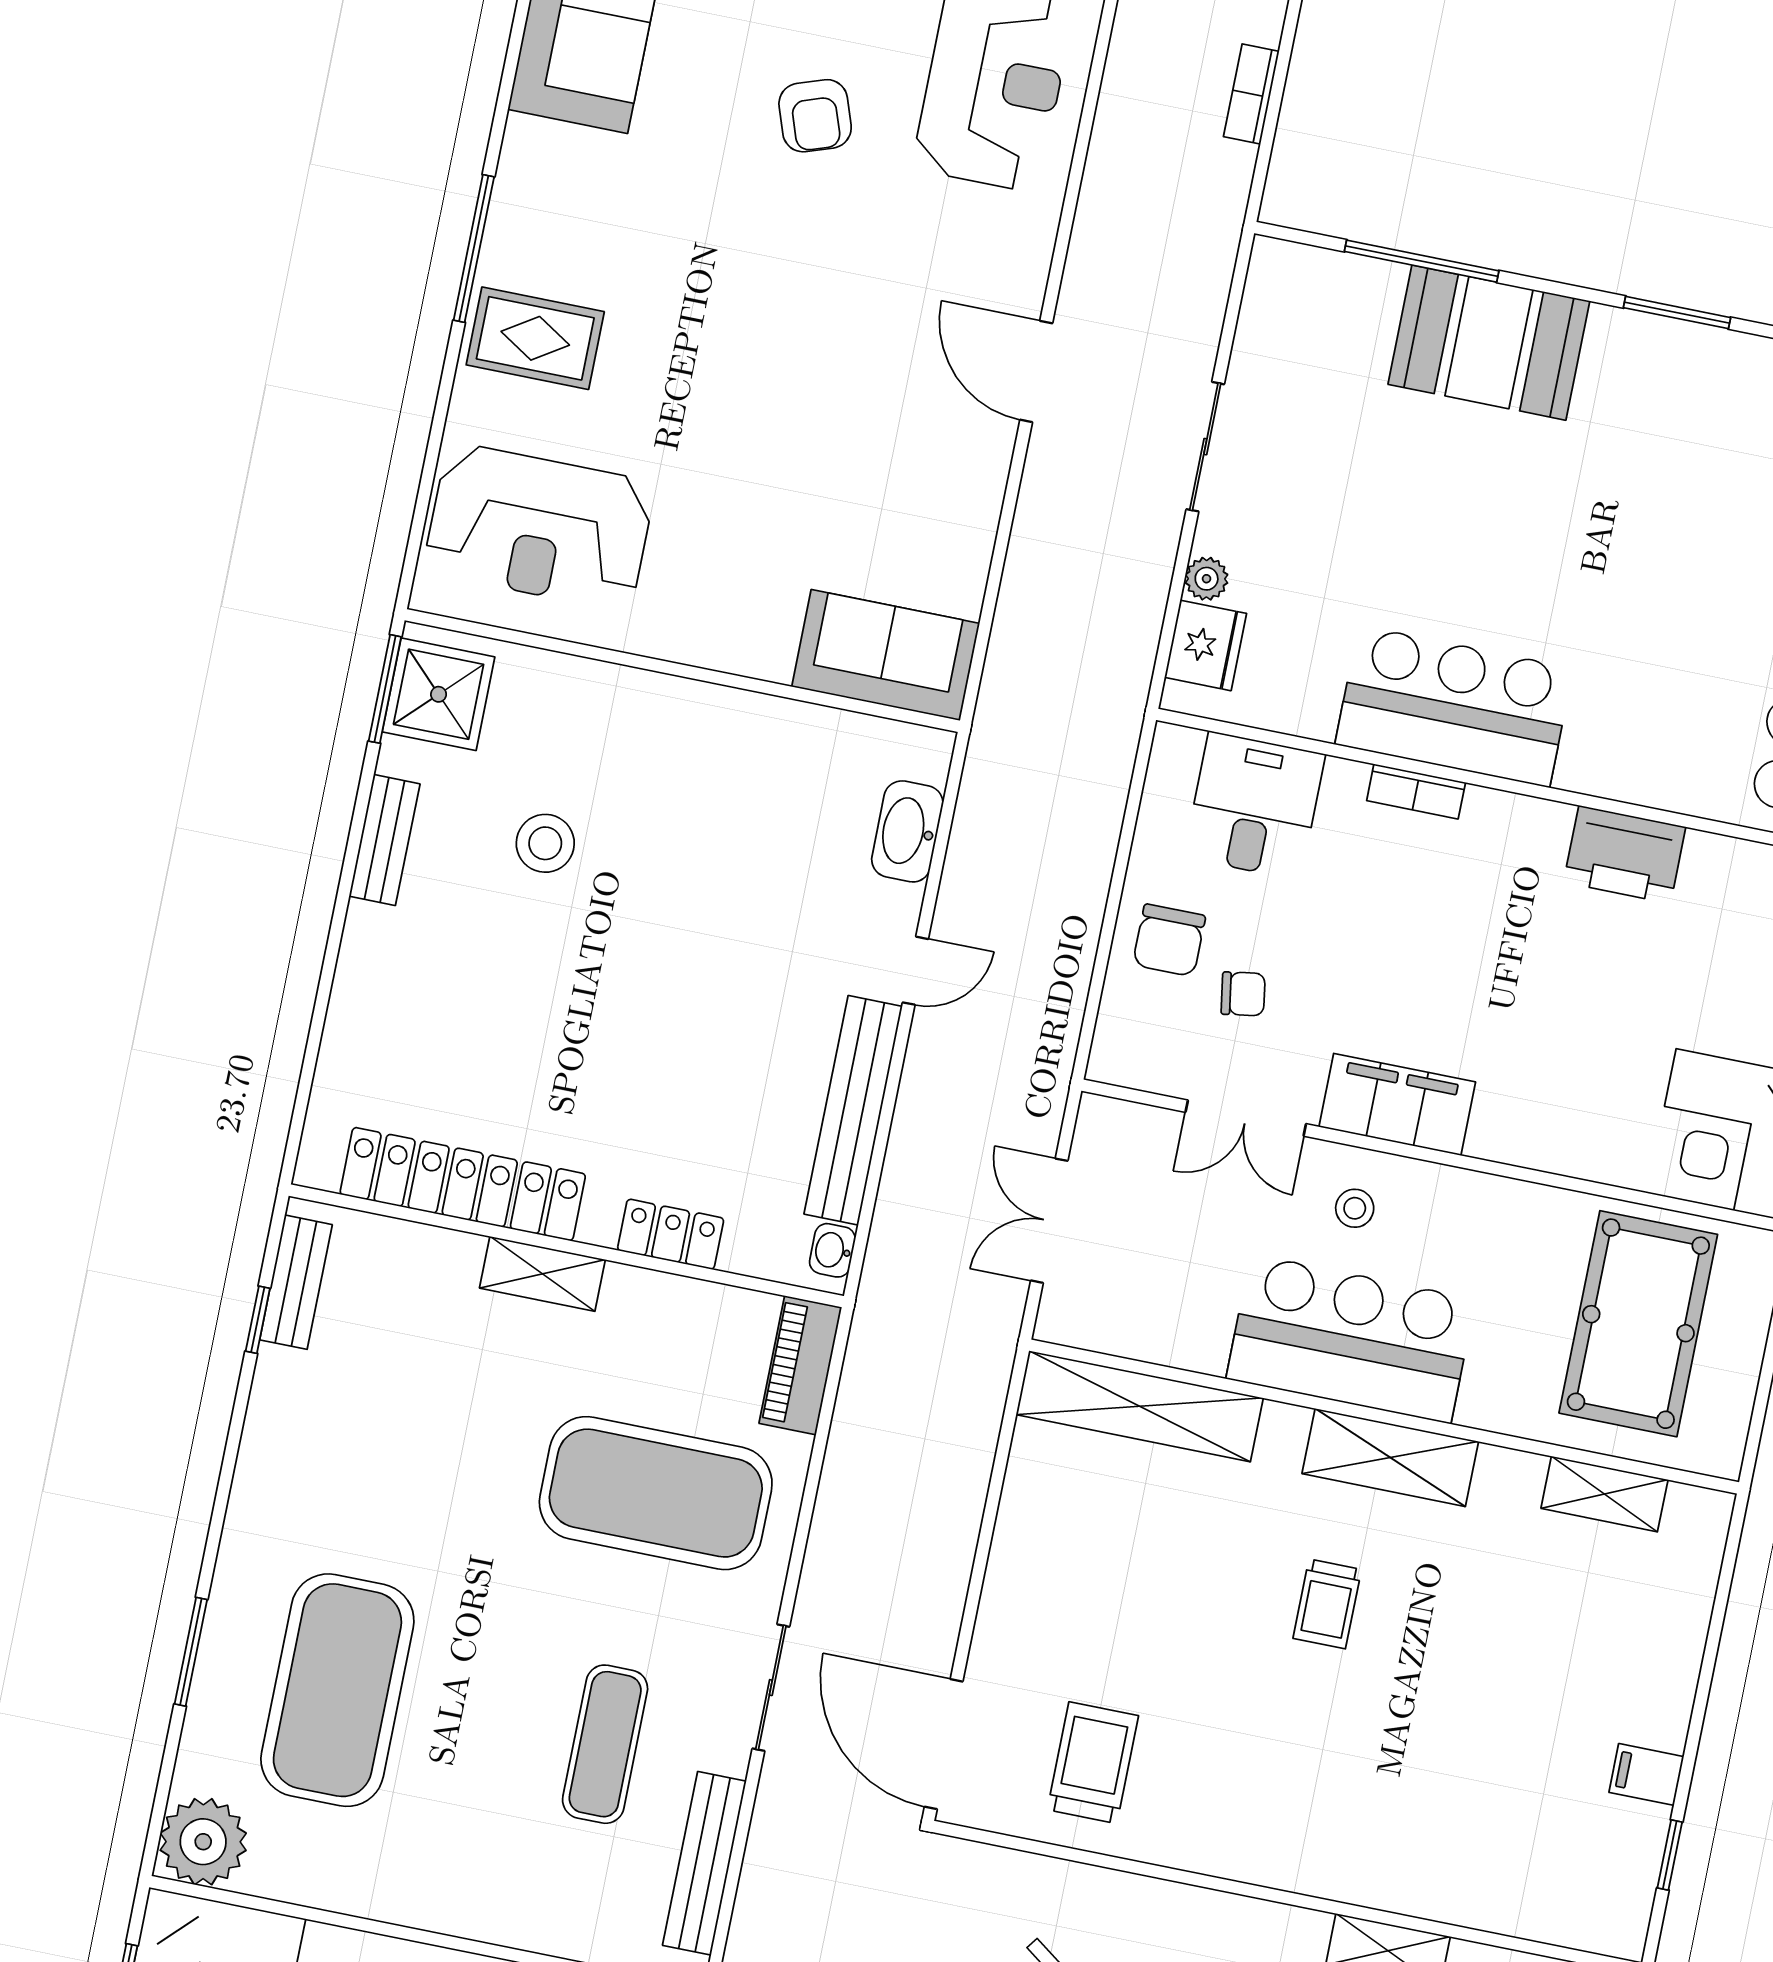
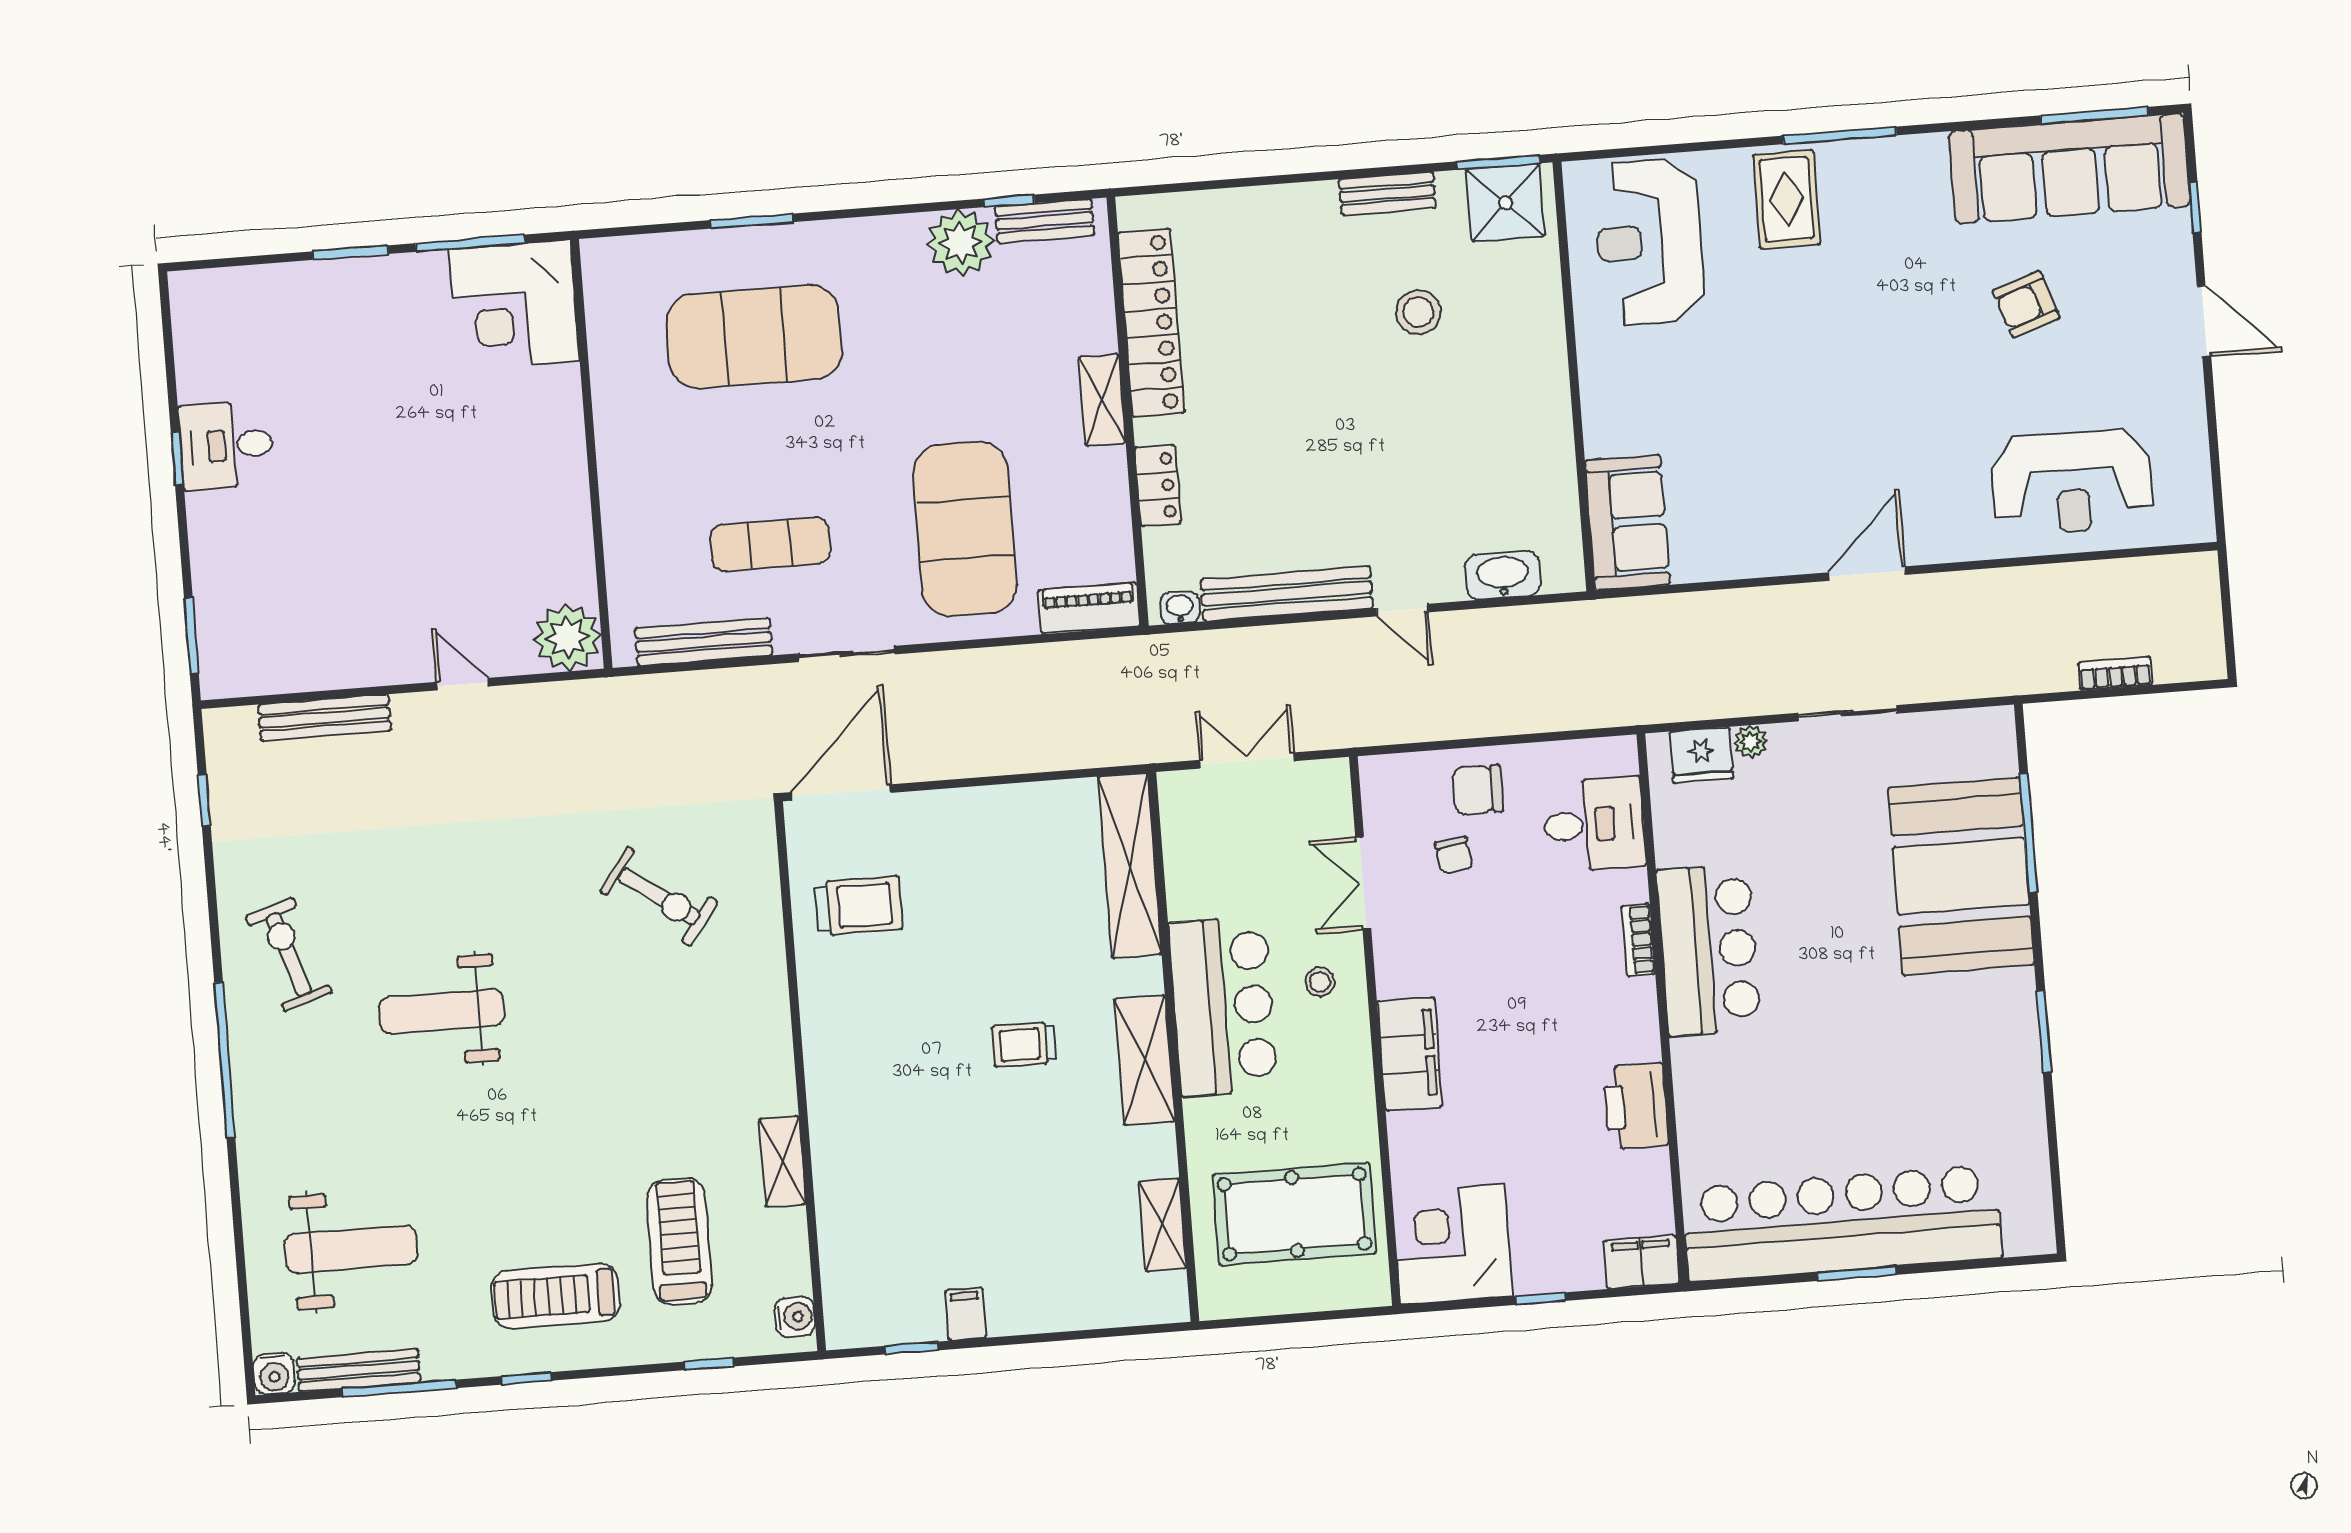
armchair: (815, 116) -> (2026, 304), moved
booth: (1489, 343) -> (1961, 876), width x1.36, depth x1.42
filing cabinet: (1397, 1104) -> (1410, 1054), moved
plant: (203, 1842) -> (960, 243), moved

